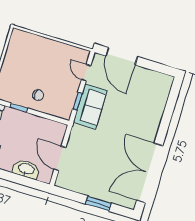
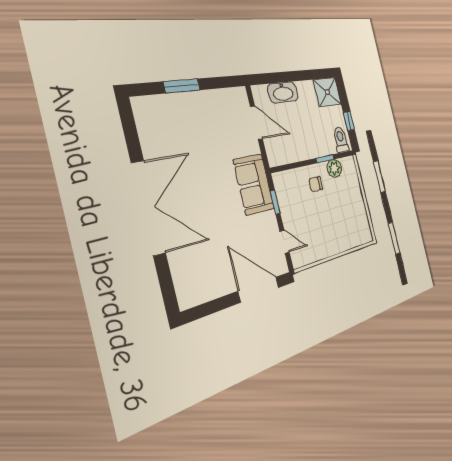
plant: (15, 97) -> (334, 168), added
sofa: (90, 106) -> (254, 184), moved
double door: (150, 173) -> (148, 208), moved

